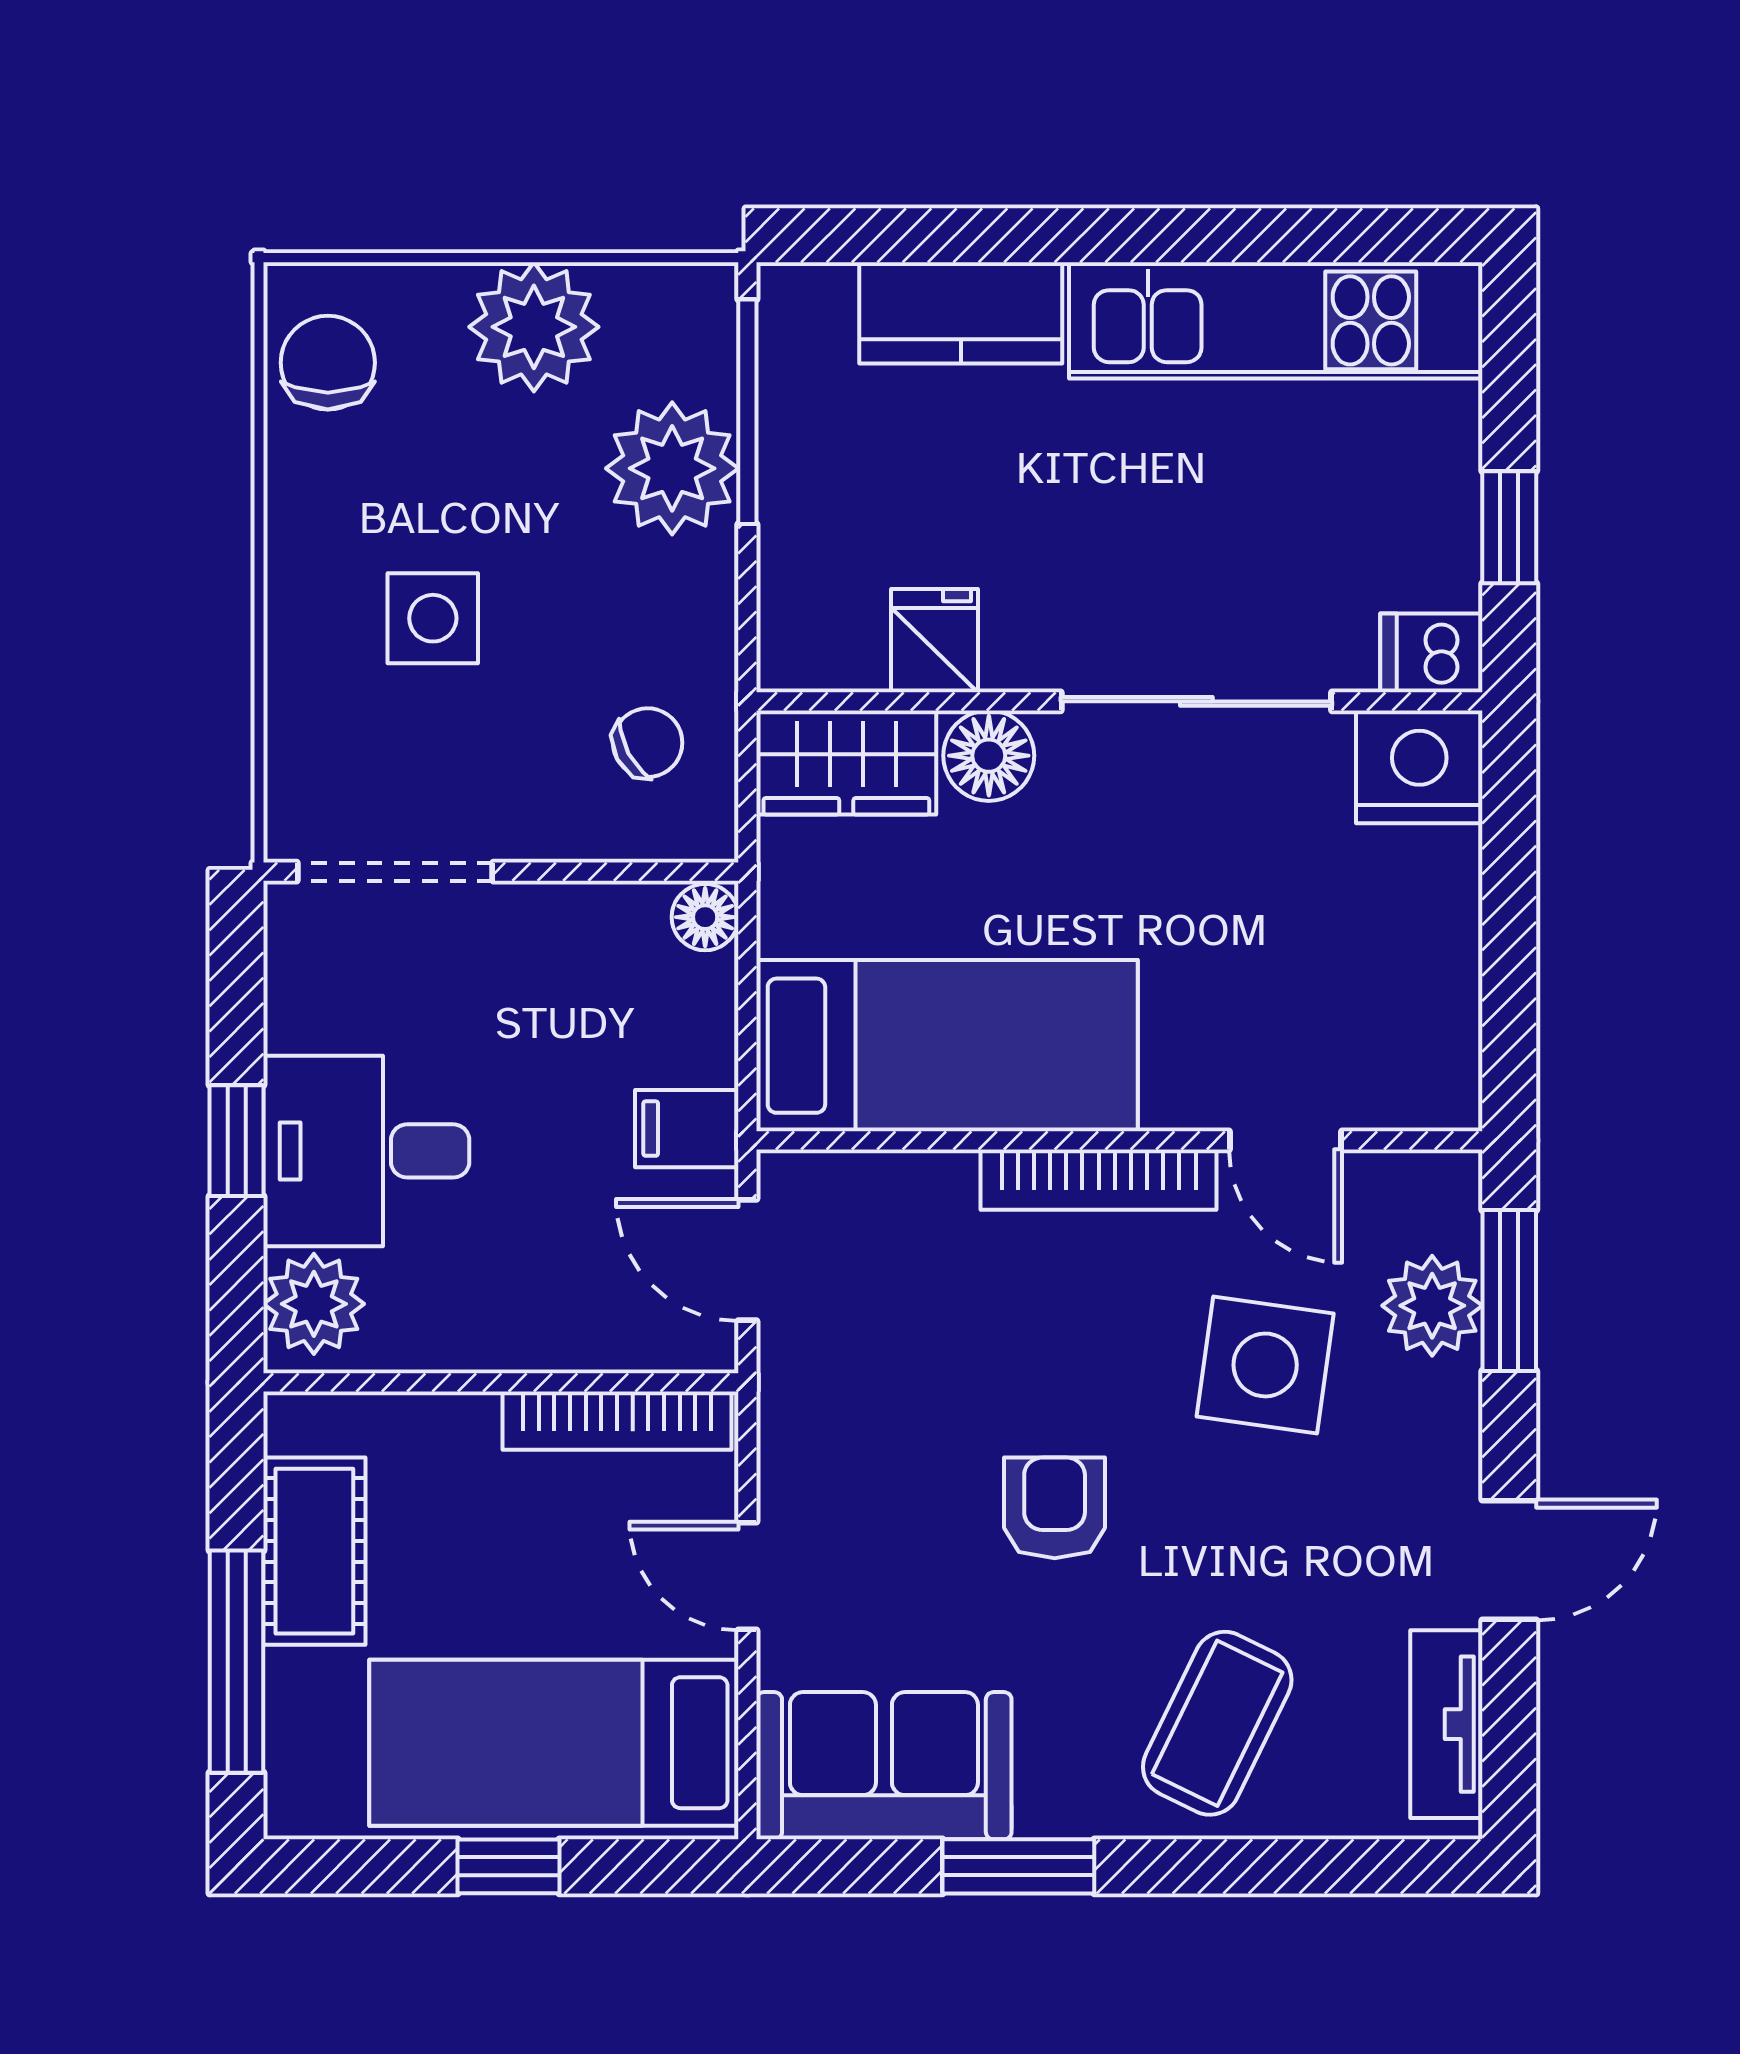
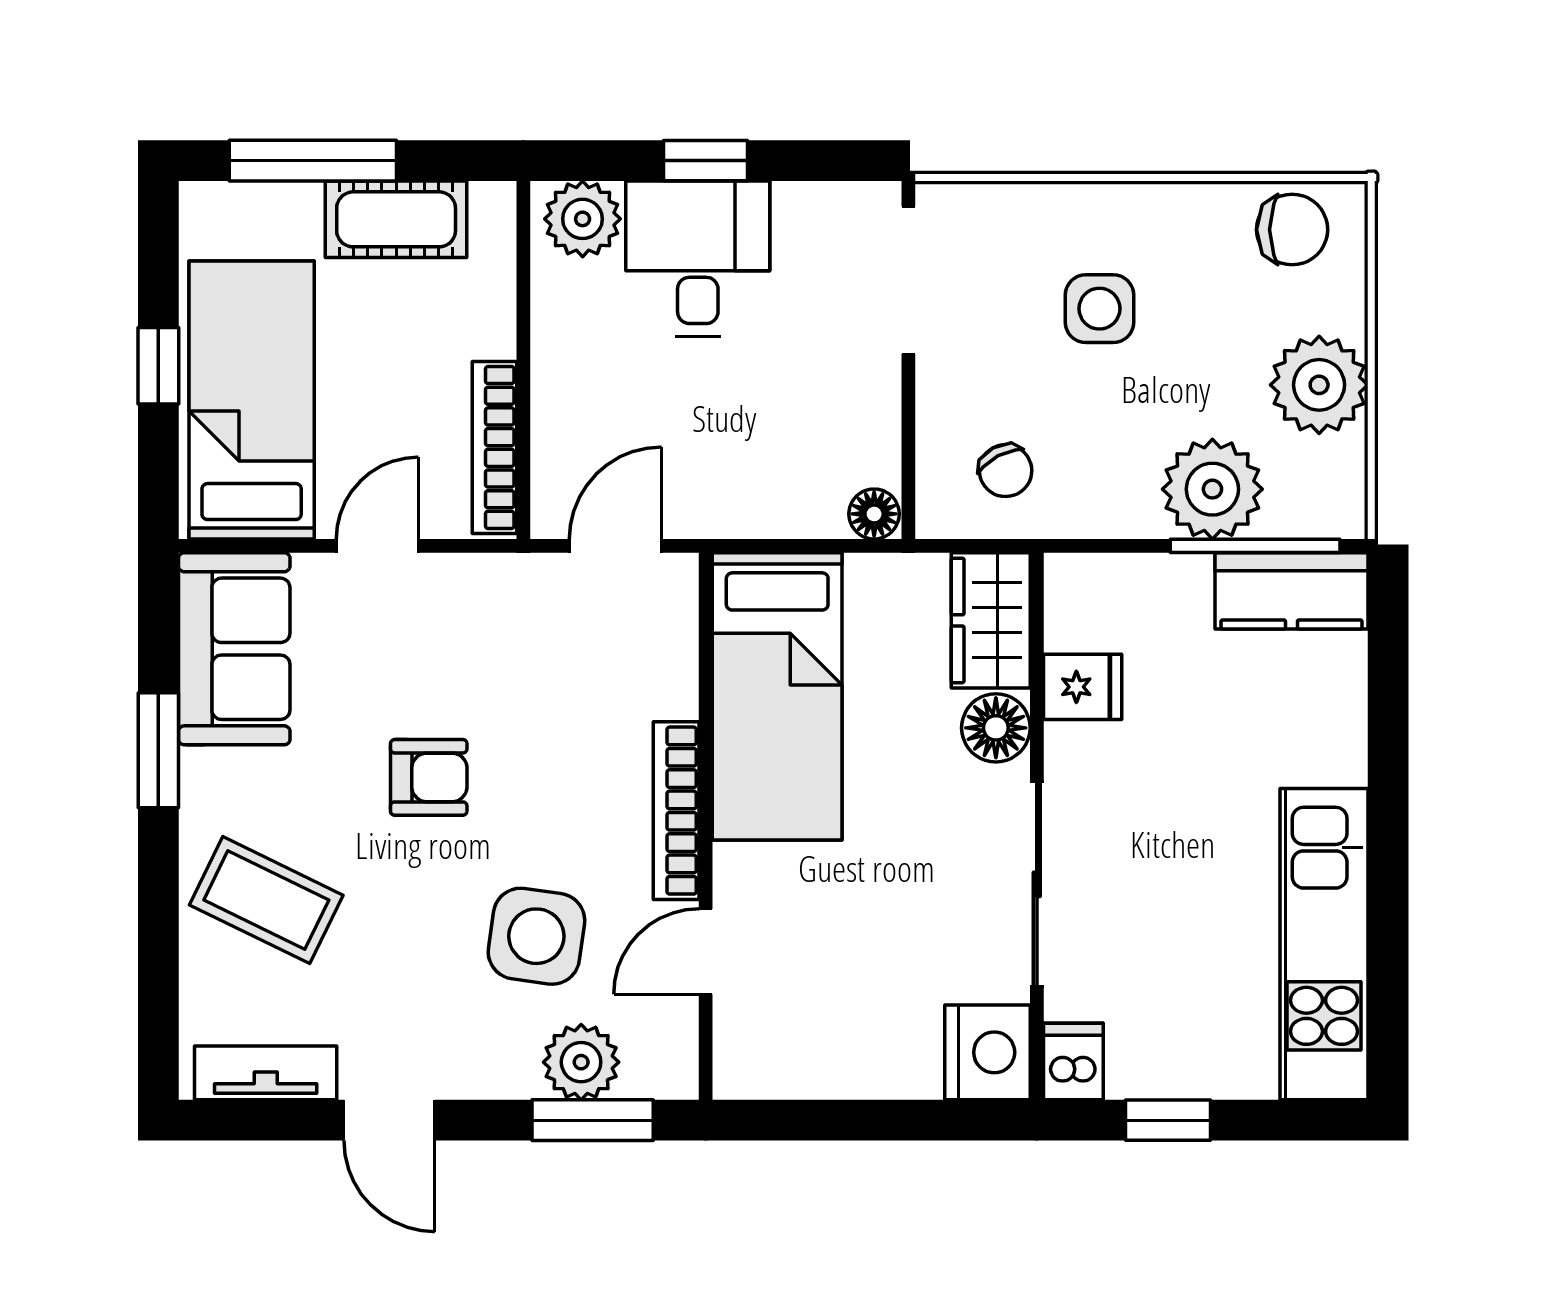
kitchen counter: (961, 313) -> (1291, 591), moved, turned -90
filing cabinet: (687, 1129) -> (715, 500), removed

